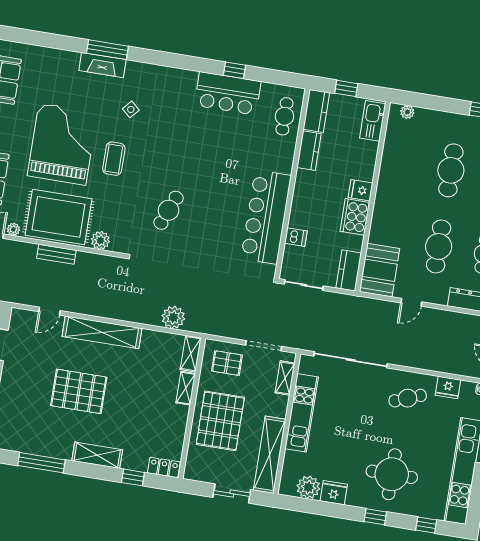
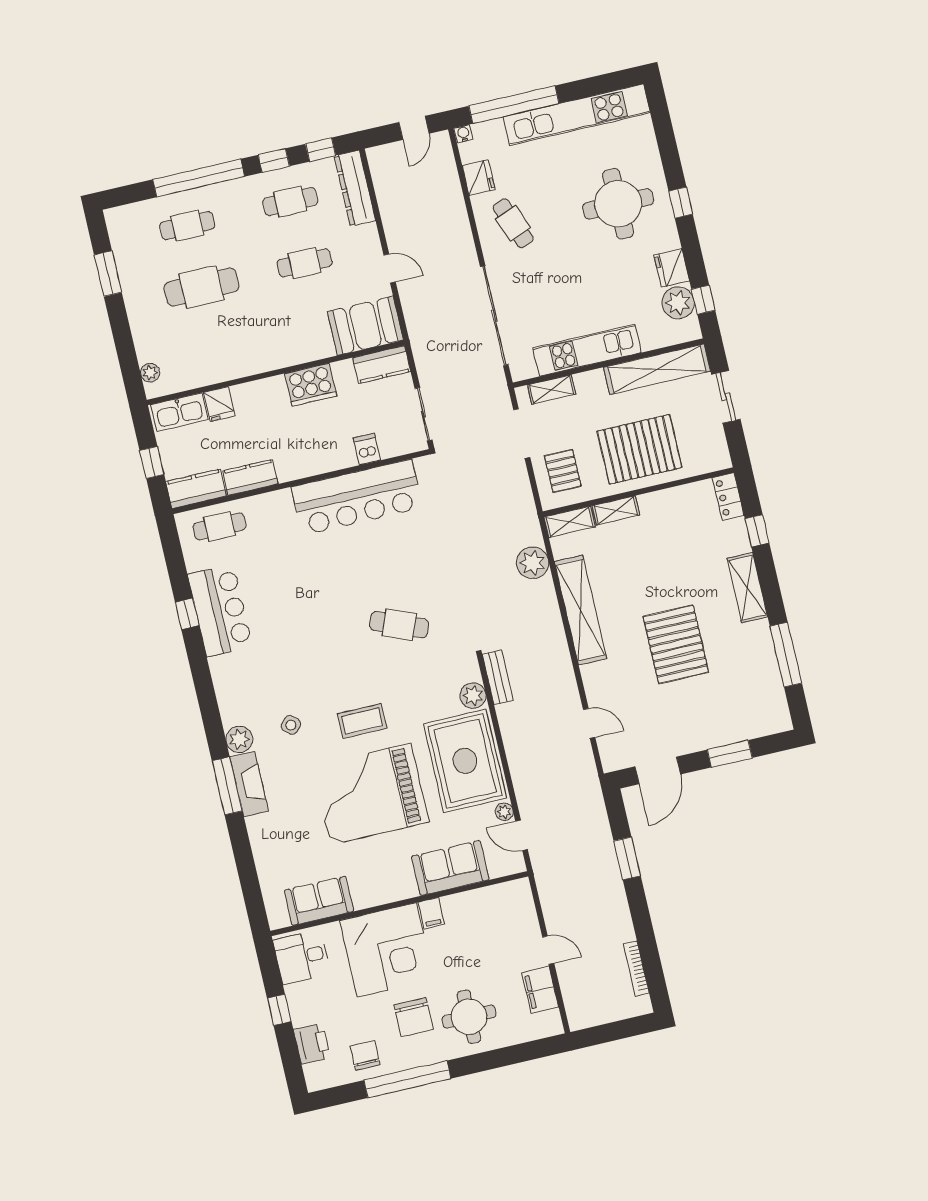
plant: (135, 71) -> (239, 739), added
fridge: (360, 190) -> (219, 404), moved
cafe table: (439, 246) -> (304, 263), width x0.73, depth x0.74
bench: (56, 254) -> (498, 677), moved
shelving: (102, 332) -> (580, 610), moved
window: (426, 525) -> (703, 300), moved

